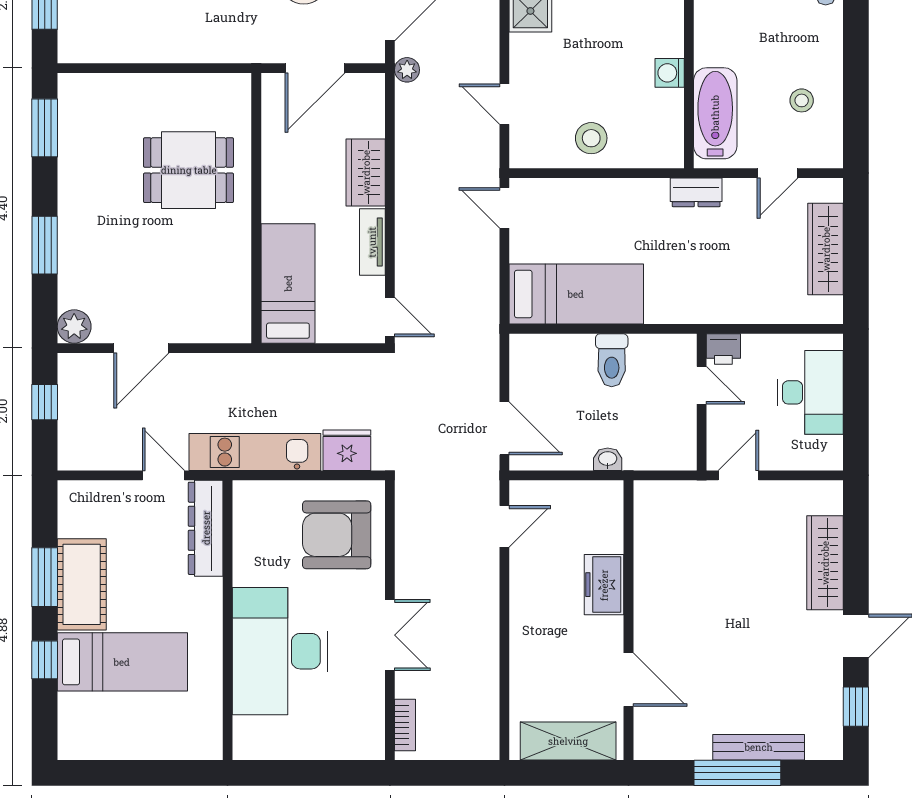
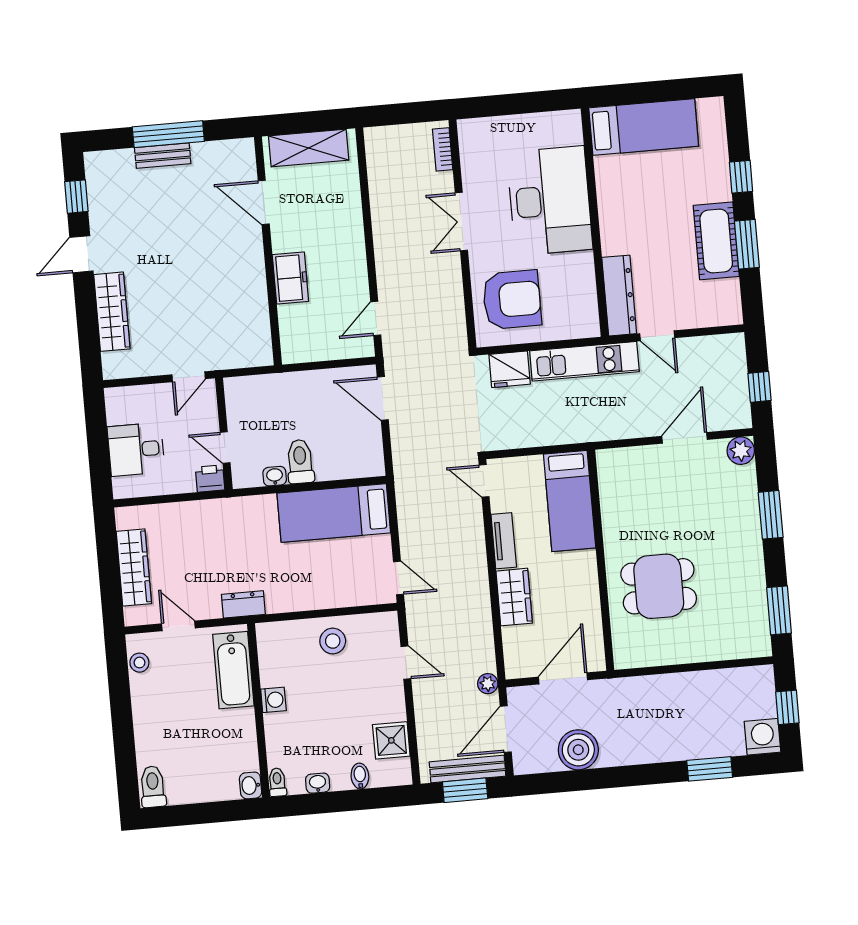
stool: (802, 100) -> (139, 663), moved
door: (777, 173) -> (178, 626), hinge flipped
desk: (810, 392) -> (136, 449), width x0.73
washbasin: (608, 459) -> (275, 476), moved, turned 180
bed: (122, 662) -> (644, 127), moved, turned 180
bench: (759, 747) -> (163, 156), width x0.73

